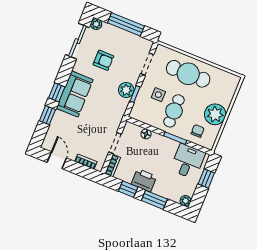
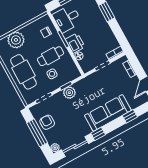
armchair: (103, 60) -> (47, 122), moved
window: (57, 92) -> (98, 134), moved
sofa: (75, 94) -> (108, 113), width x1.36
plant: (215, 114) -> (16, 40), moved
printer: (144, 180) -> (75, 43), moved, turned 180
window: (128, 189) -> (117, 31), removed

